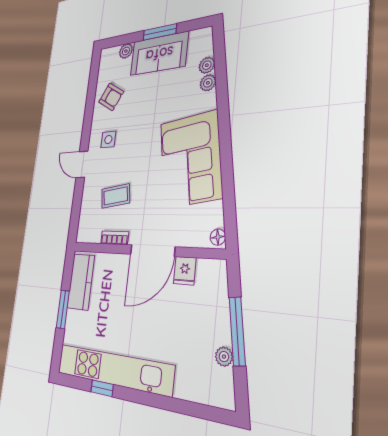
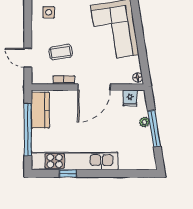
door: (82, 164) -> (28, 58), moved
fridge: (185, 271) -> (130, 98), moved
window: (63, 309) -> (28, 129), width x2.11
plant: (224, 357) -> (144, 122), moved

